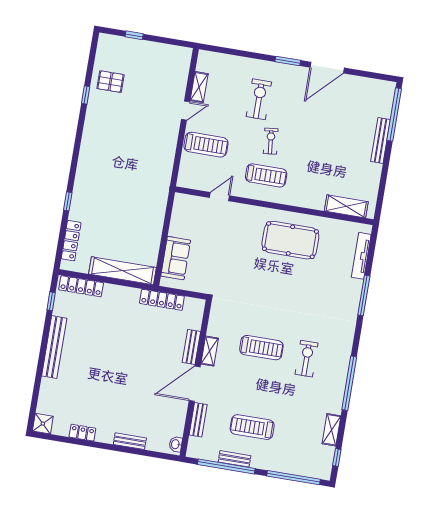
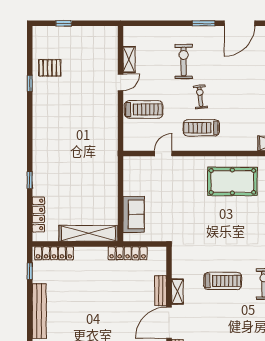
treadmill: (266, 175) -> (201, 128), turned 180

